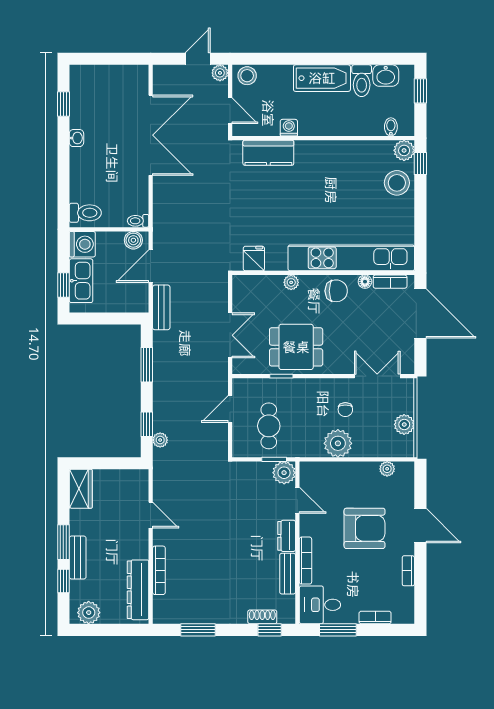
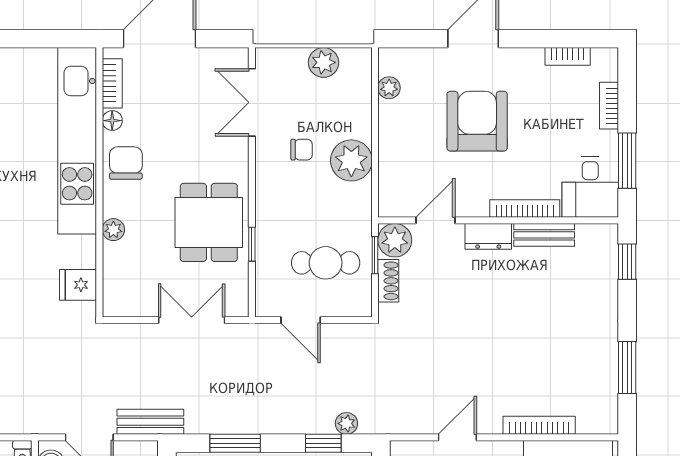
bookcase: (408, 571) -> (568, 56), moved
shoe rack: (262, 617) -> (388, 281), moved, turned 180

